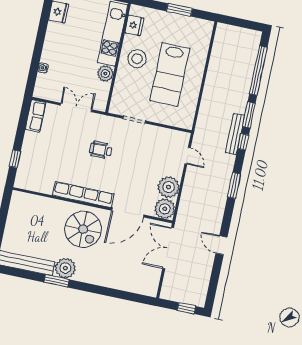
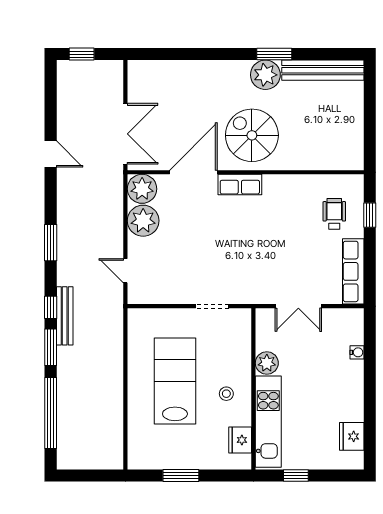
stool: (137, 59) -> (226, 394), width x0.53, depth x0.53
row of seats: (36, 116) -> (353, 271), width x1.48
wheelchair: (101, 150) -> (334, 214), moved, turned -90
row of seats: (83, 195) -> (240, 185), width x0.50

